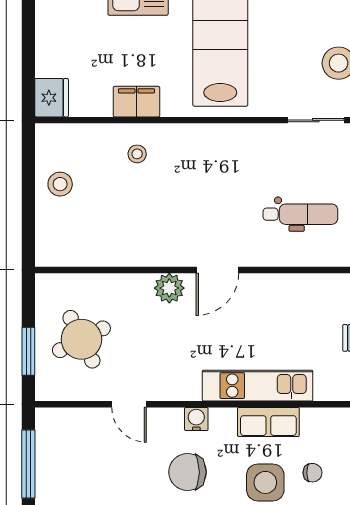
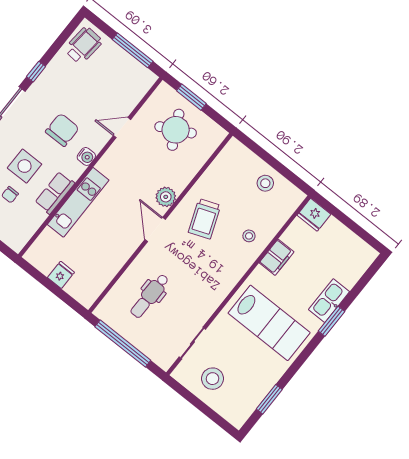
trolley: (159, 222) -> (205, 219), added

